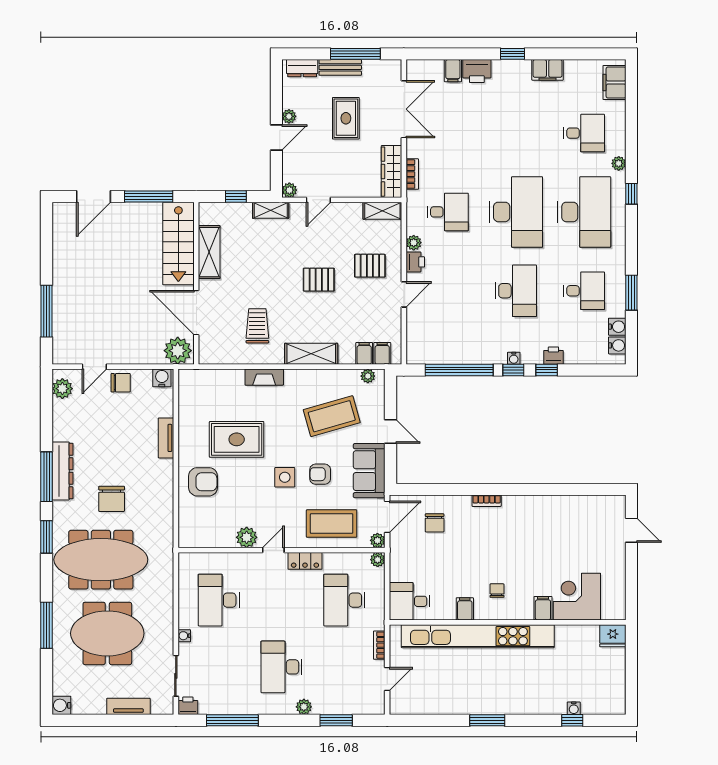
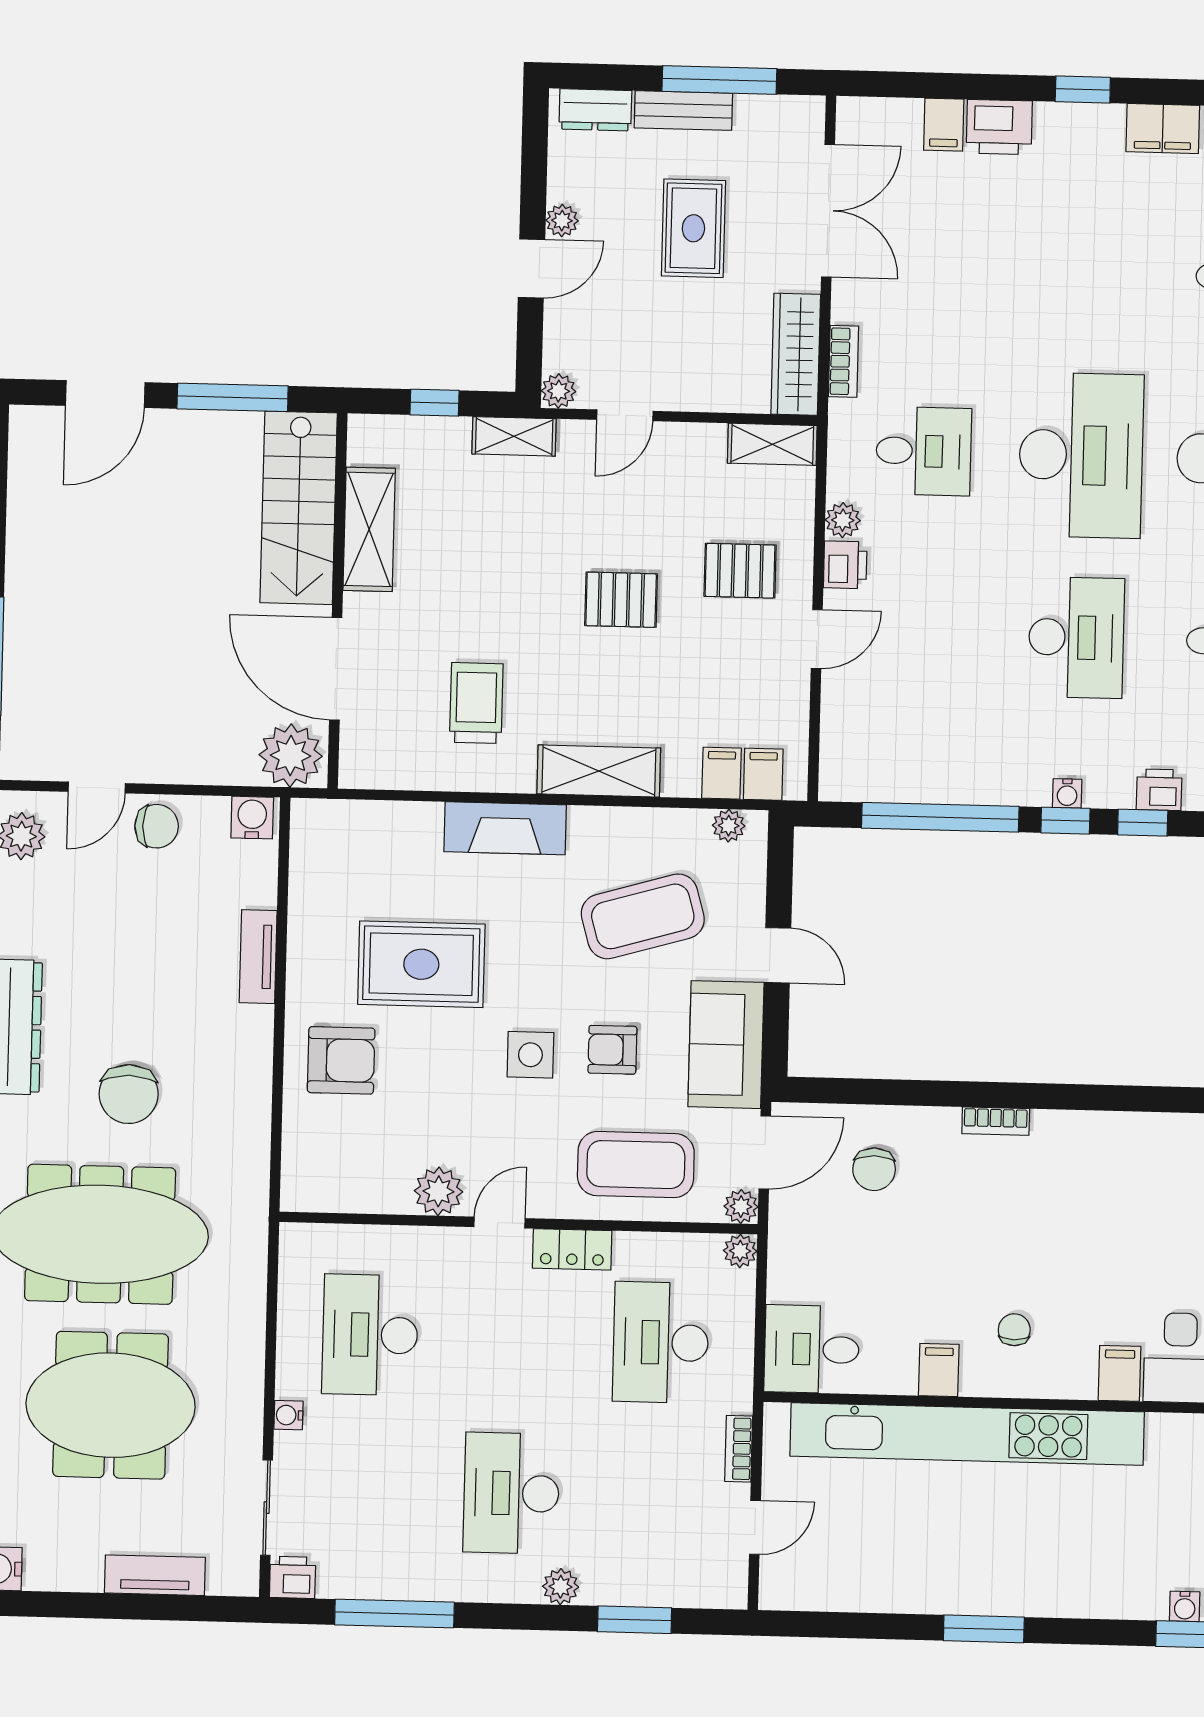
fireplace: (264, 377) -> (505, 828), width x1.37, depth x1.32

